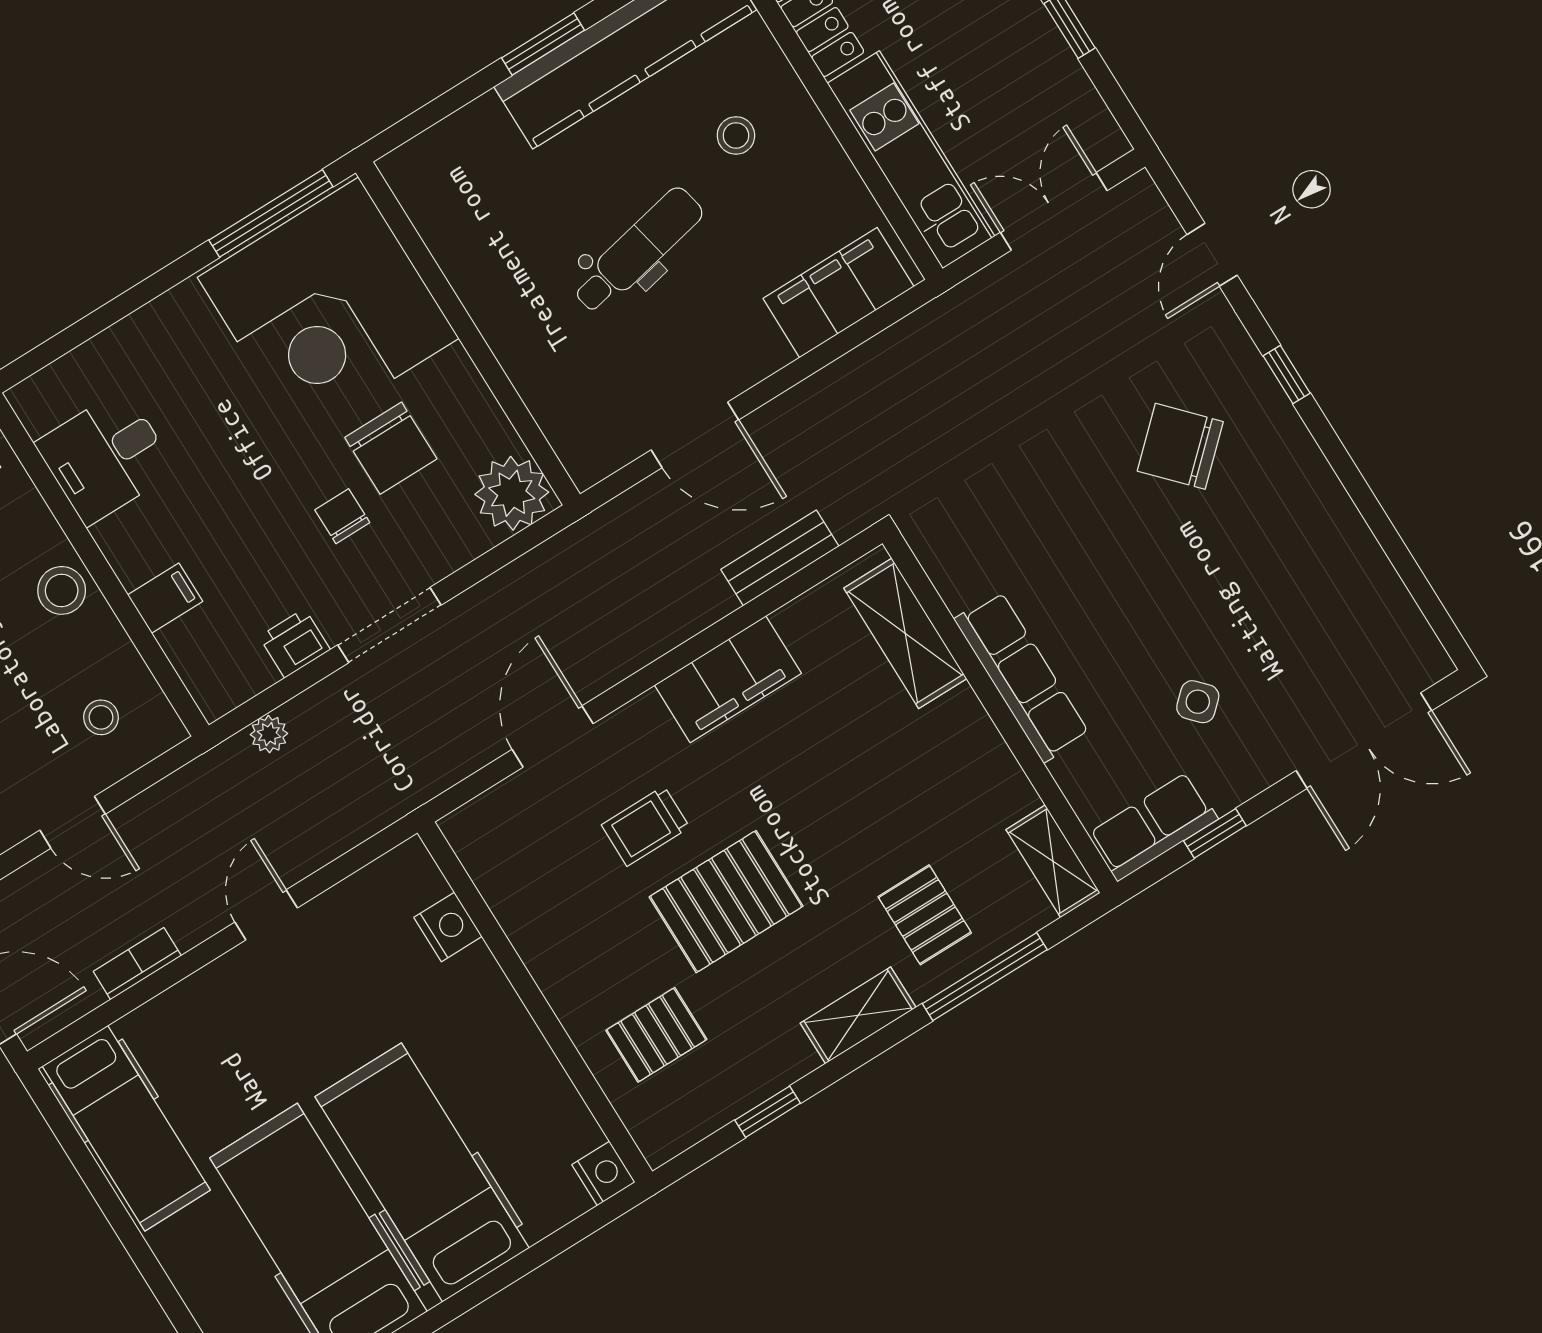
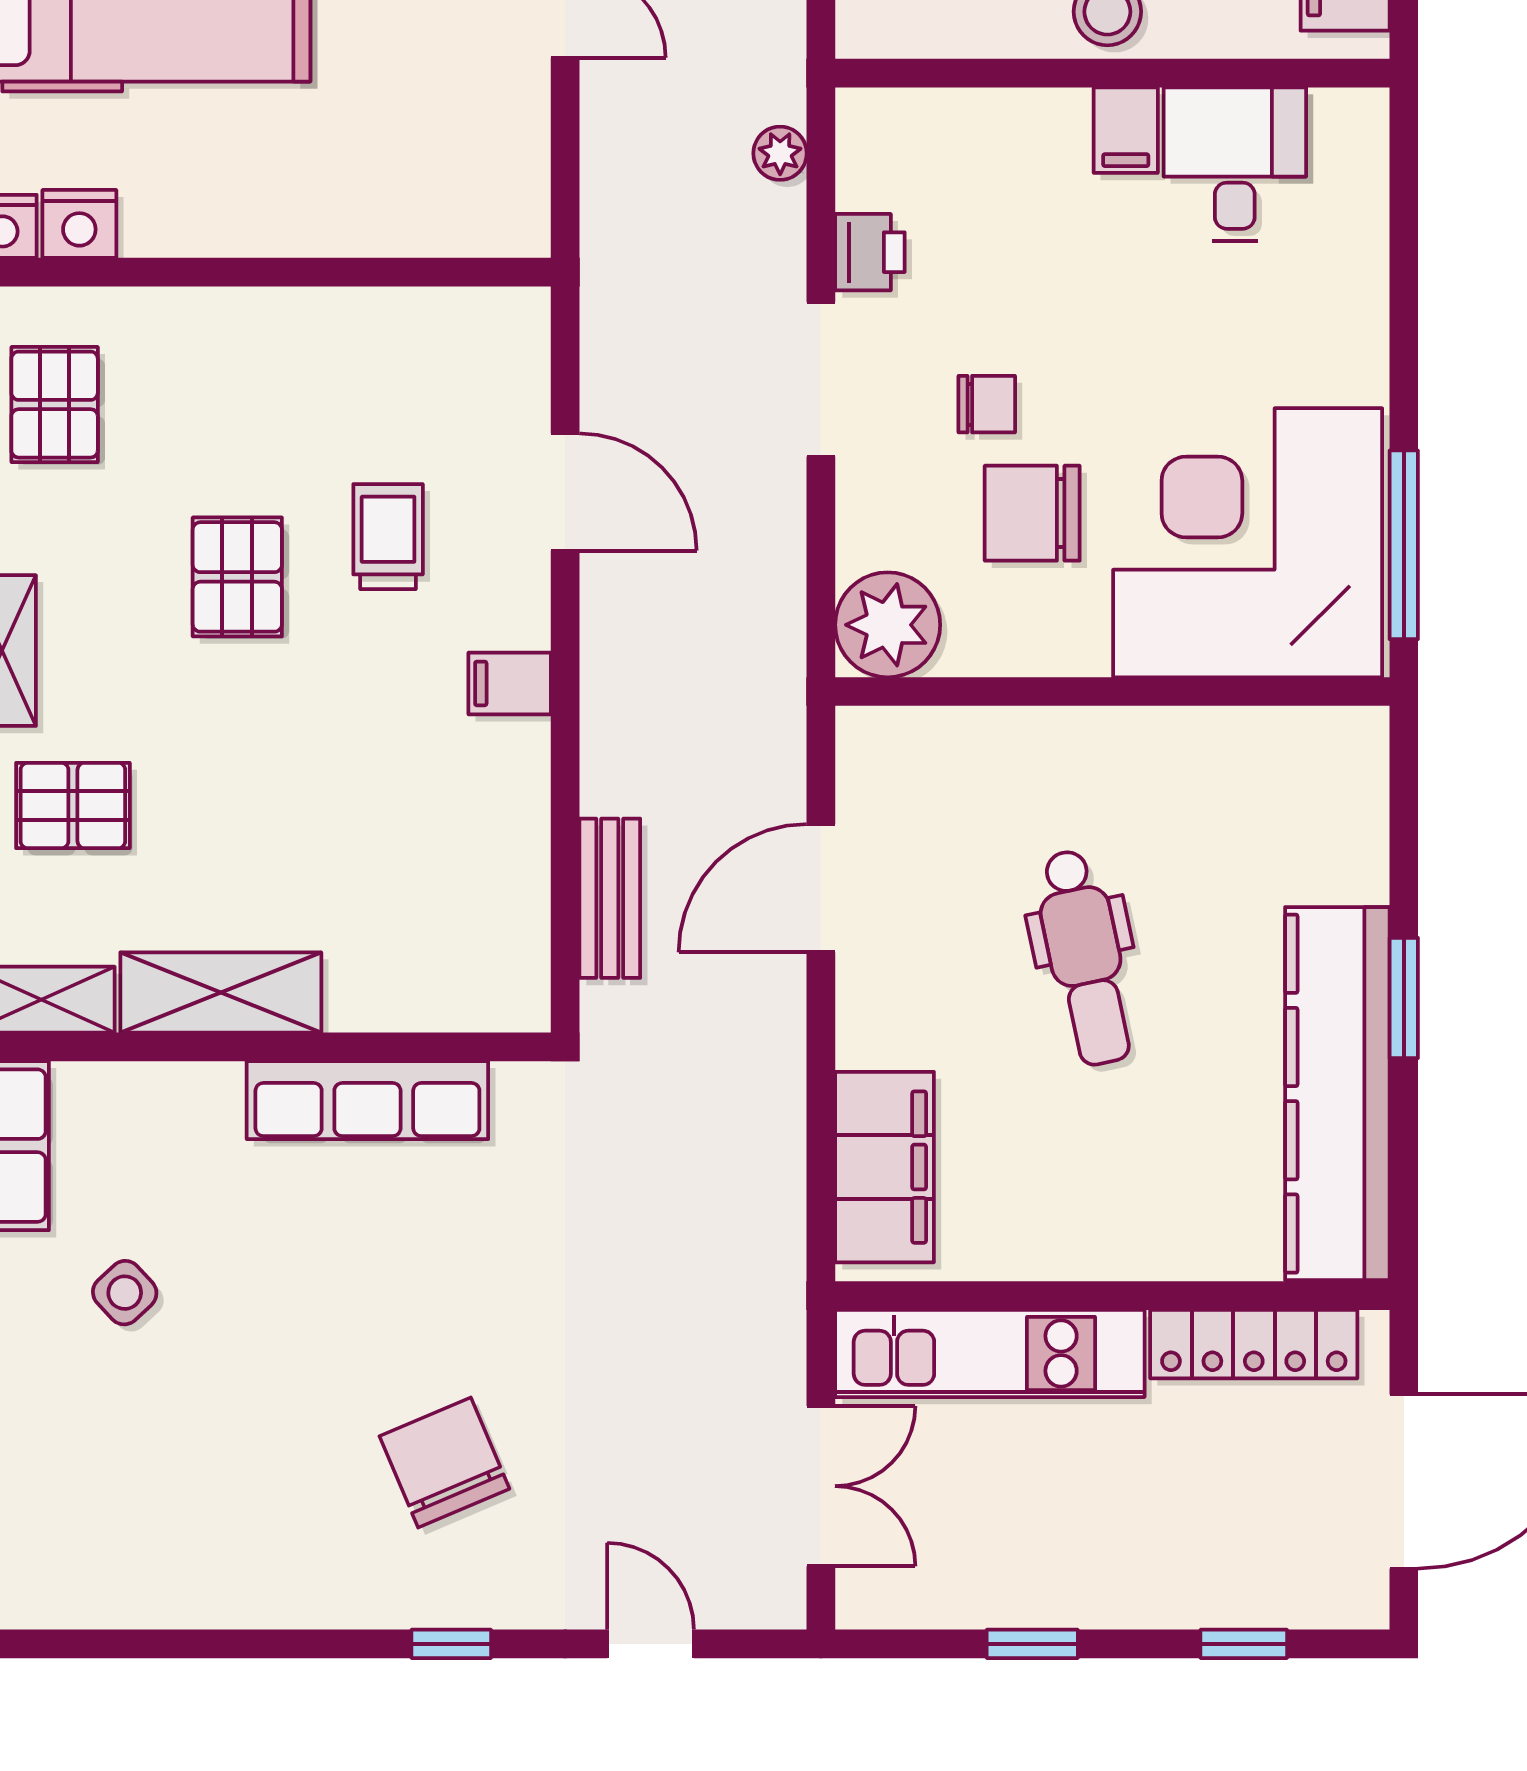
stool: (736, 135) -> (1150, 1161), removed
chair: (1180, 446) -> (444, 1462), turned -70
filing cabinet: (165, 598) -> (1126, 130), moved
shelving: (905, 633) -> (221, 992), moved
row of seats: (1022, 677) -> (367, 1100), moved
filing cabinet: (728, 679) -> (510, 683), width x0.33, depth x0.86
pallet: (726, 902) -> (237, 577), width x0.67, depth x0.71
nightstand: (448, 927) -> (79, 224), moved
pallet: (656, 1035) -> (55, 405), moved

